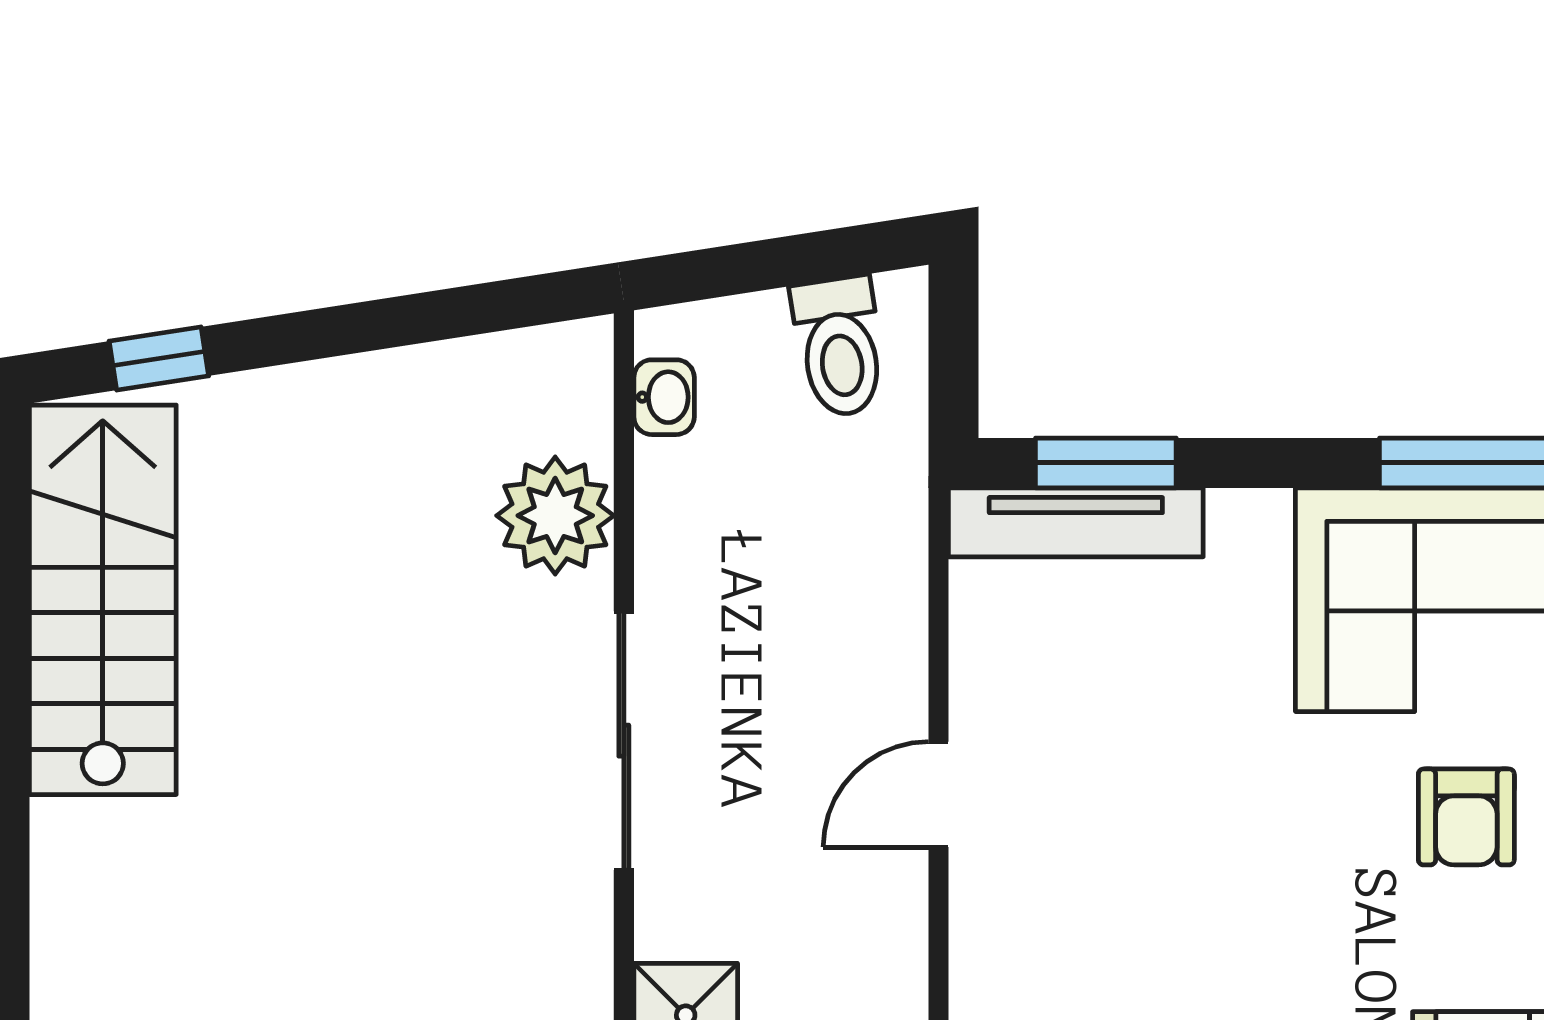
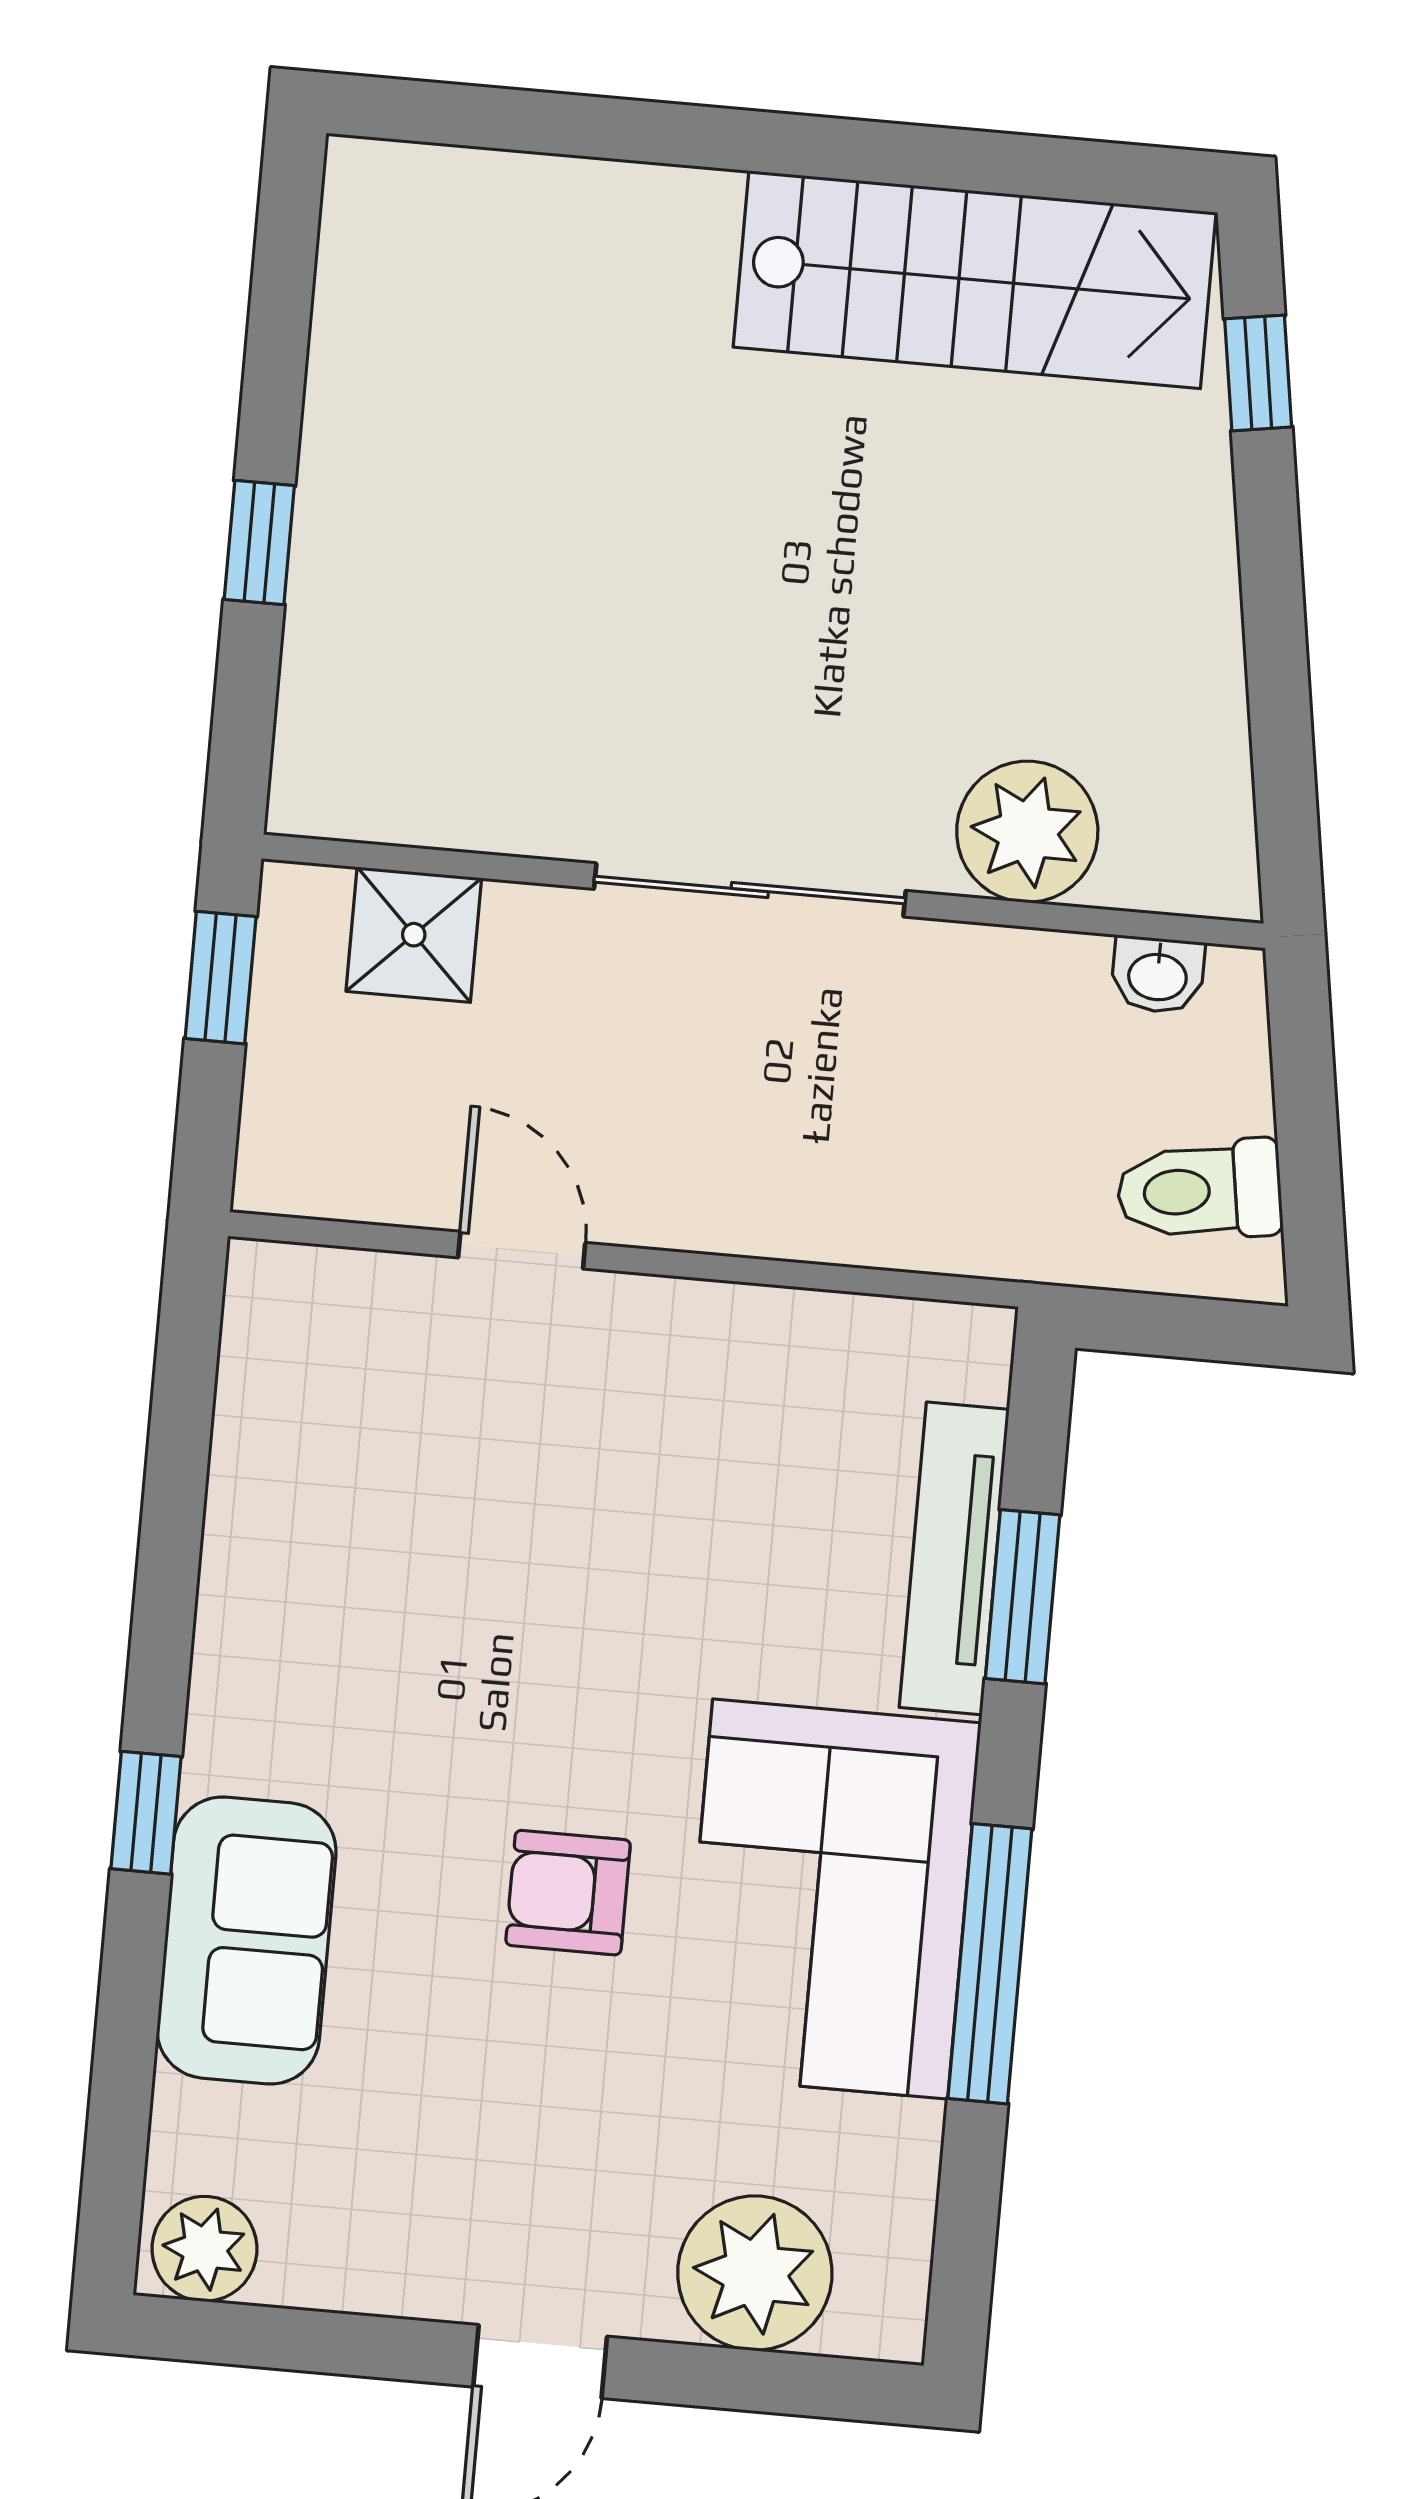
window: (1106, 463) -> (1023, 1597), moved
tv unit: (1076, 522) -> (954, 1558), moved
door: (939, 794) -> (522, 1250), moved

